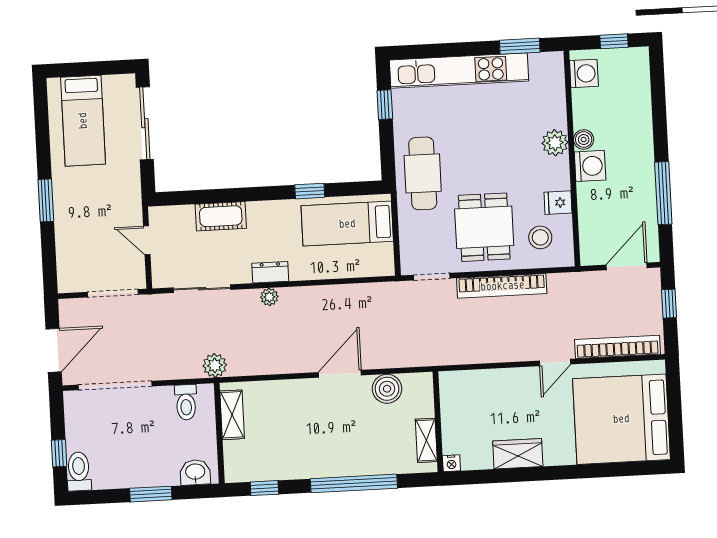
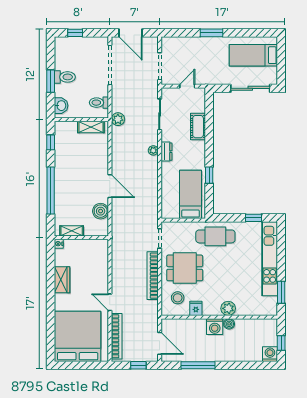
washing machine: (584, 73) -> (270, 354), moved, turned 180
toilet: (79, 471) -> (65, 77), moved

